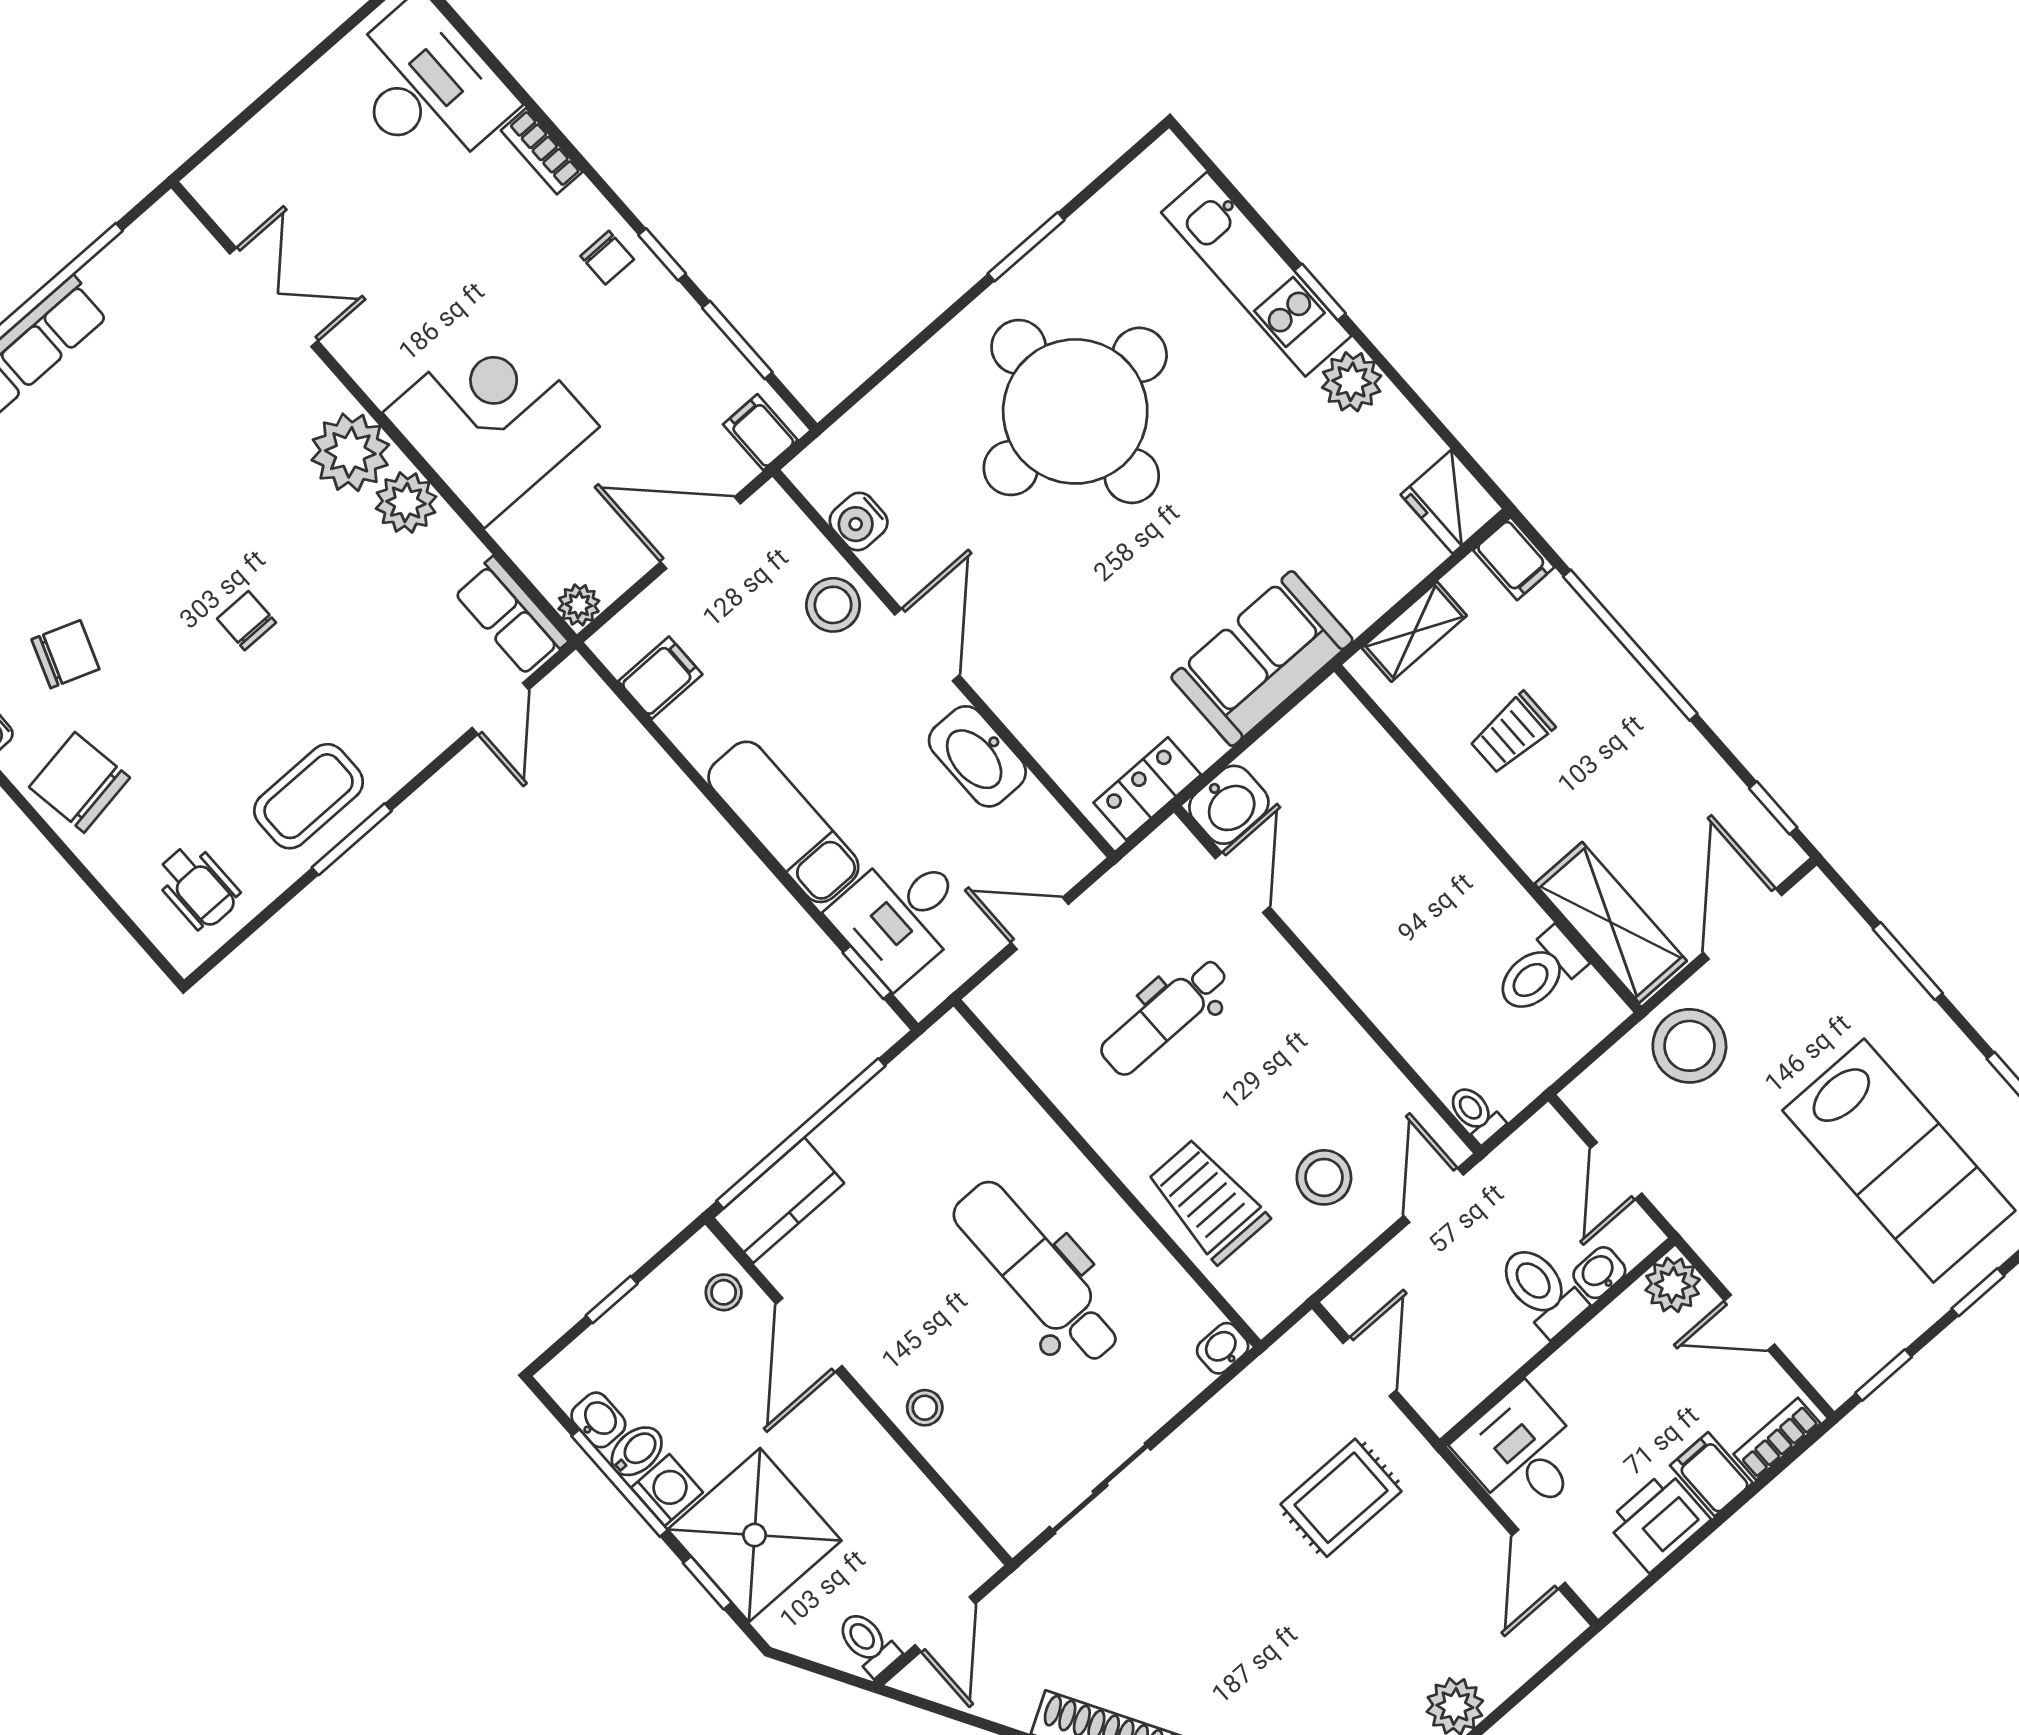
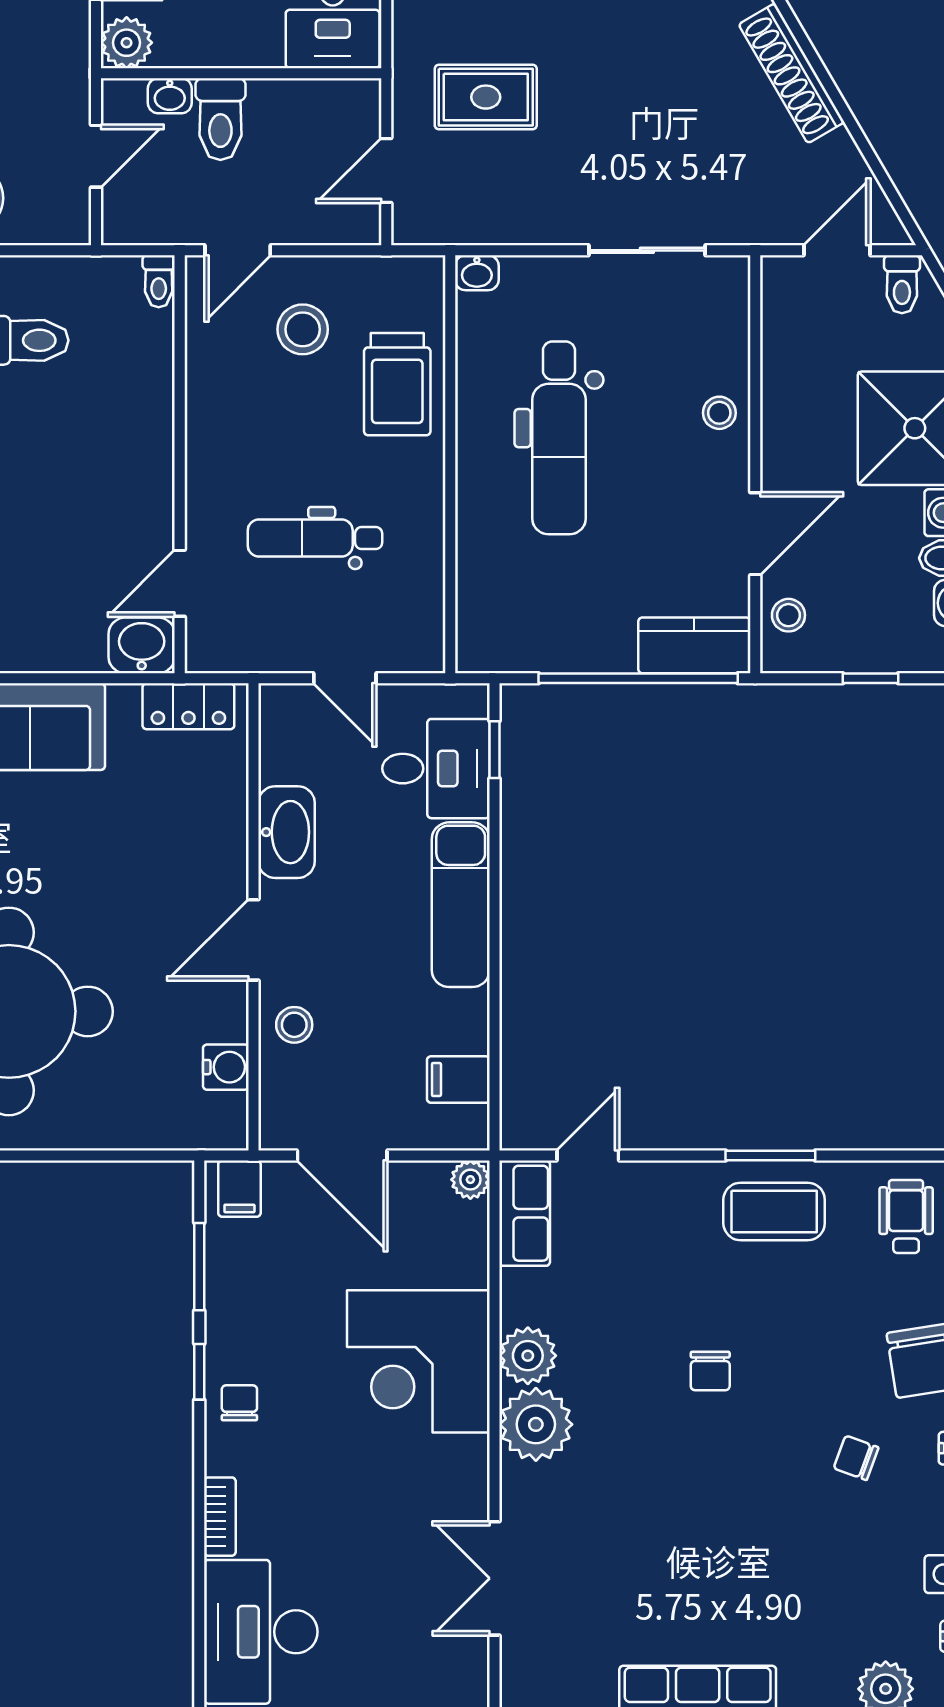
stool: (833, 605) -> (294, 1025), width x0.73, depth x0.73
chair: (65, 654) -> (856, 1458), width x0.73, depth x0.73
dental chair: (1165, 1016) -> (315, 538), turned 180

